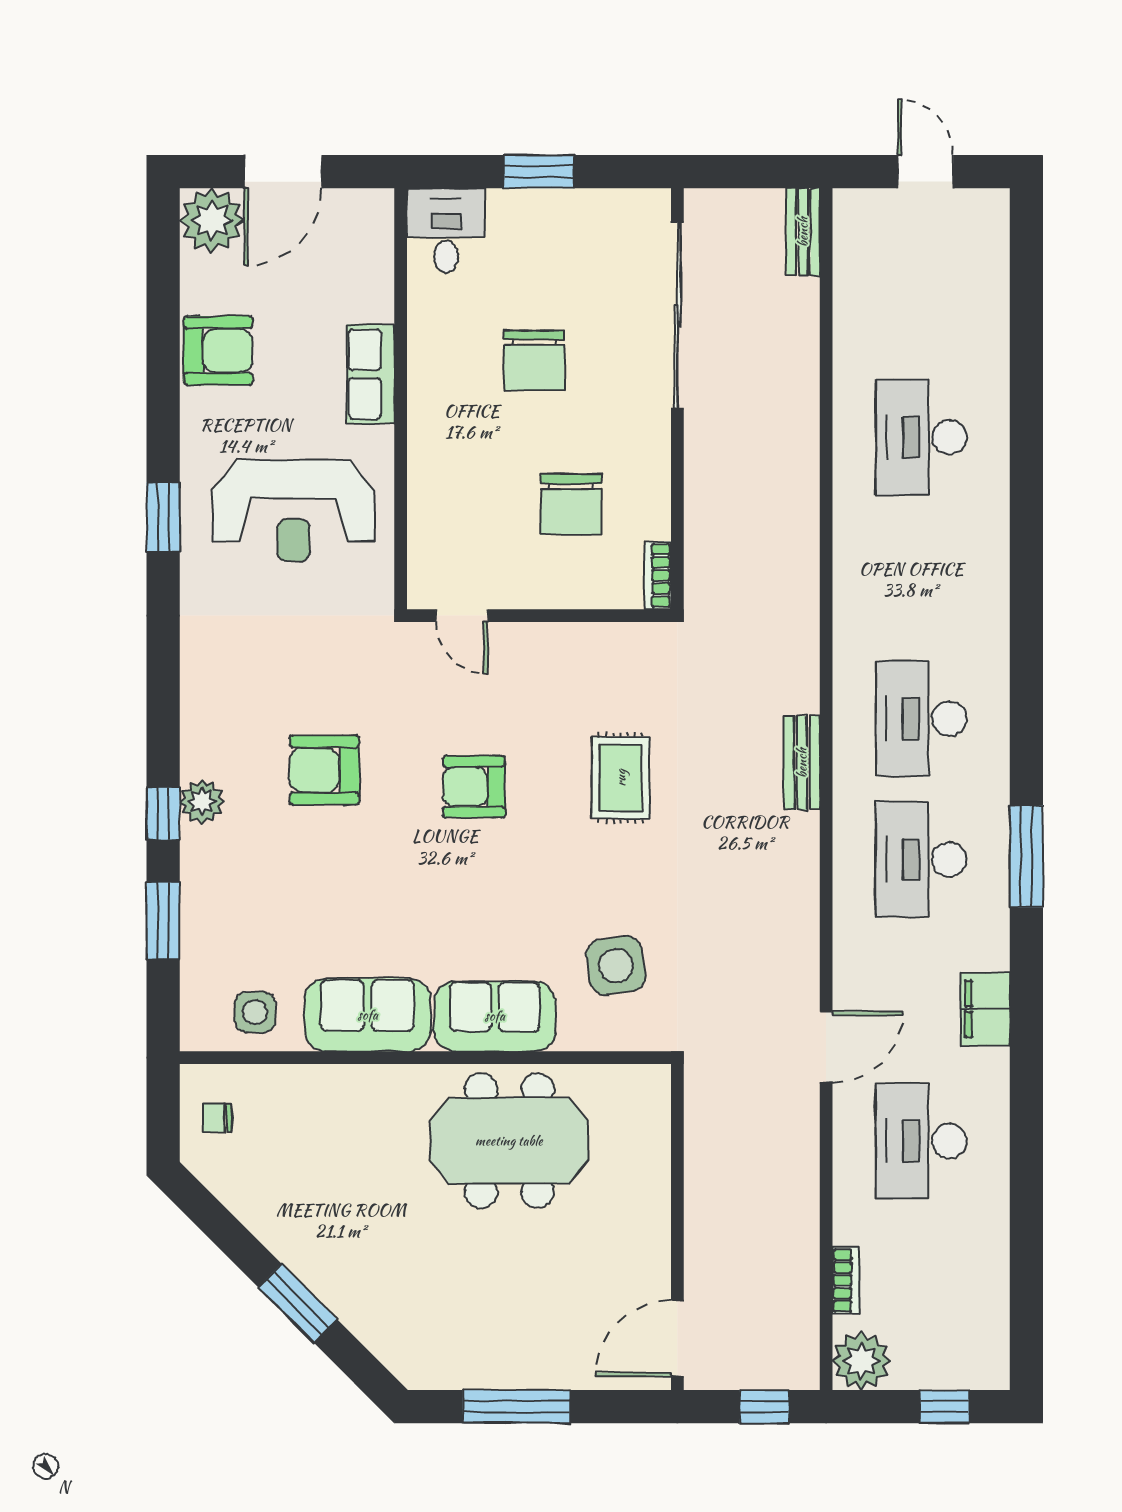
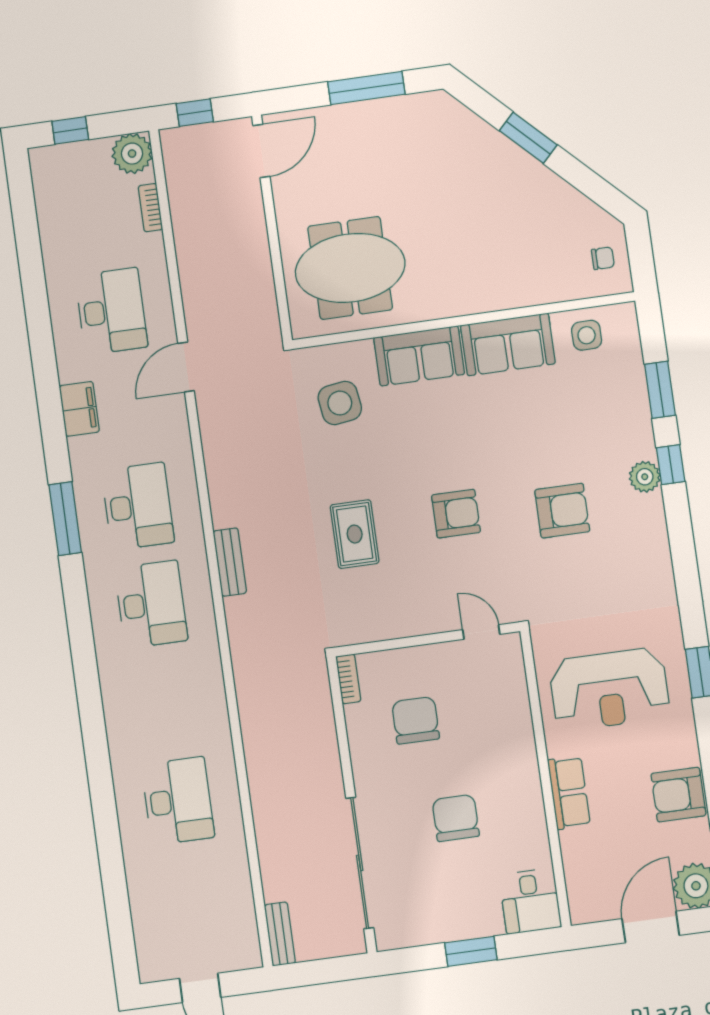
reception desk: (294, 511) -> (609, 689), turned 180
meeting table: (509, 1141) -> (350, 268), moved

